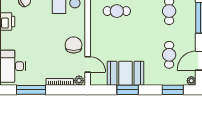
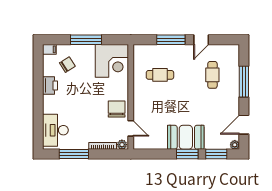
cafe table: (169, 55) -> (212, 119), removed
booth: (125, 73) -> (186, 137), moved
window: (128, 90) -> (187, 154), moved

